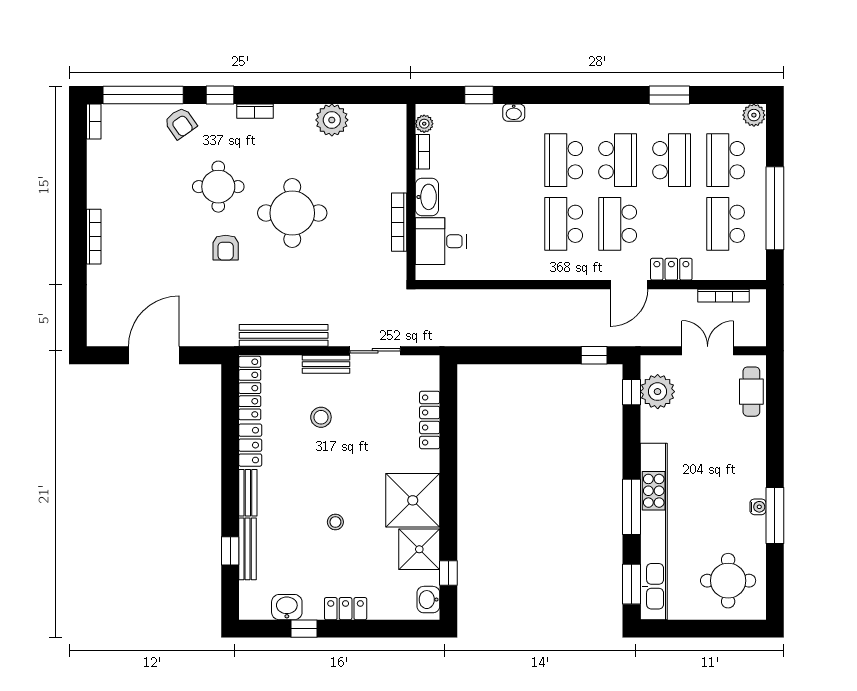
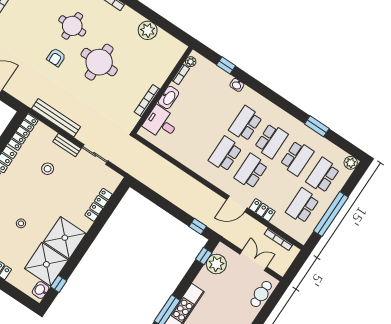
shower: (419, 549) -> (46, 264), width x1.37, depth x1.37

